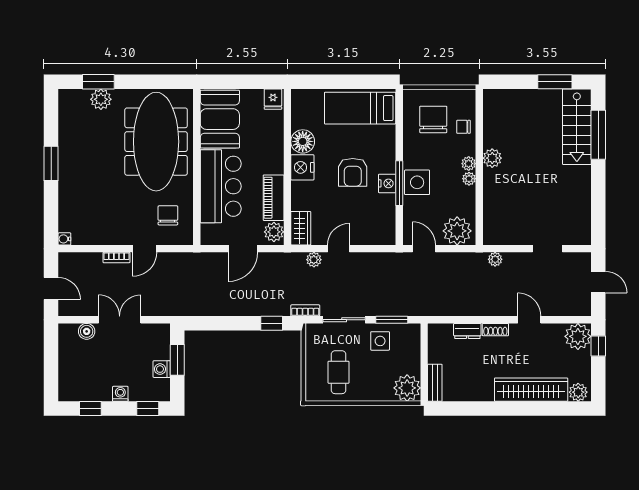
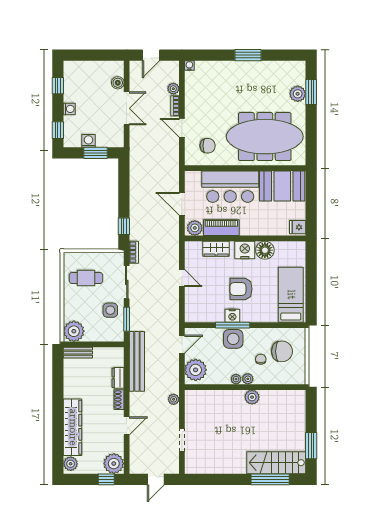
chair: (463, 127) -> (261, 359), moved
wardrobe: (301, 228) -> (216, 249), moved
plant: (314, 260) -> (173, 89), moved
bench: (446, 307) -> (137, 361), added

